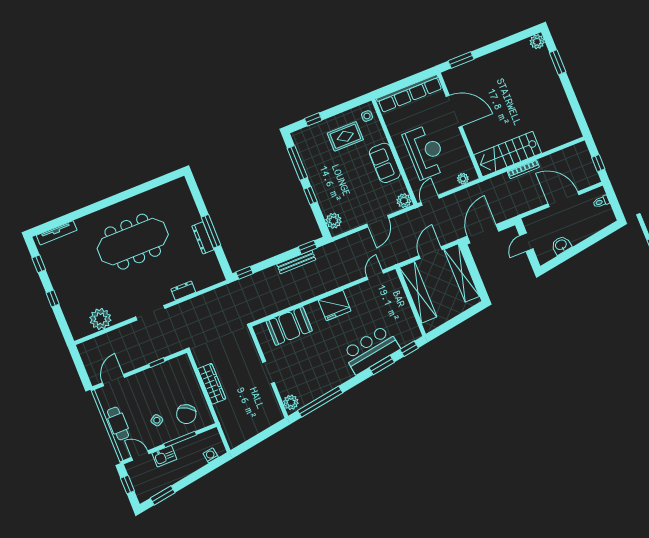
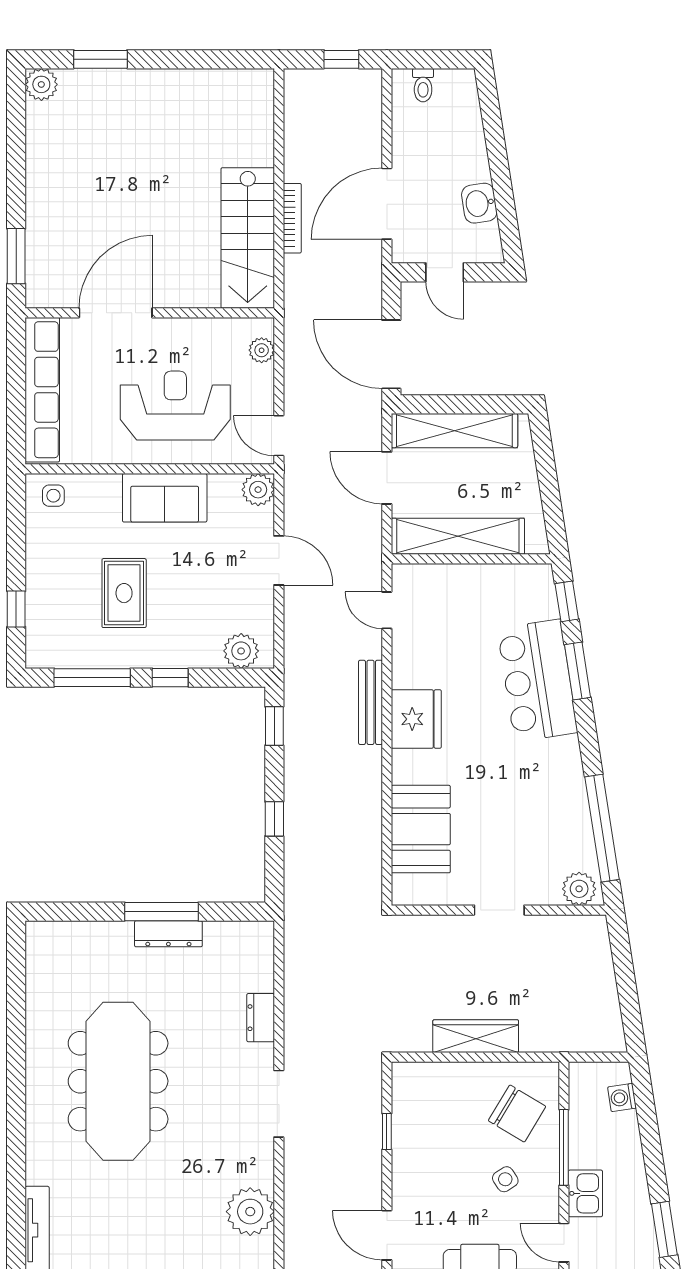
rug: (345, 136) -> (124, 593), moved
door: (563, 199) -> (387, 204), moved
bench: (296, 262) -> (371, 702), moved
window: (244, 273) -> (274, 819), moved
door: (140, 455) -> (564, 1243), hinge flipped

